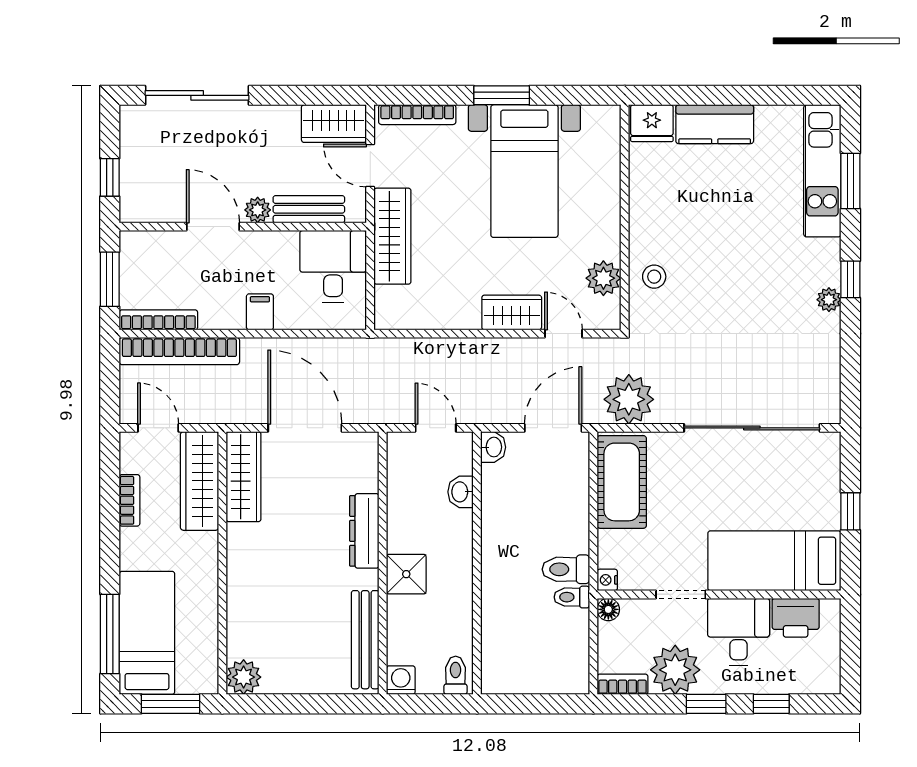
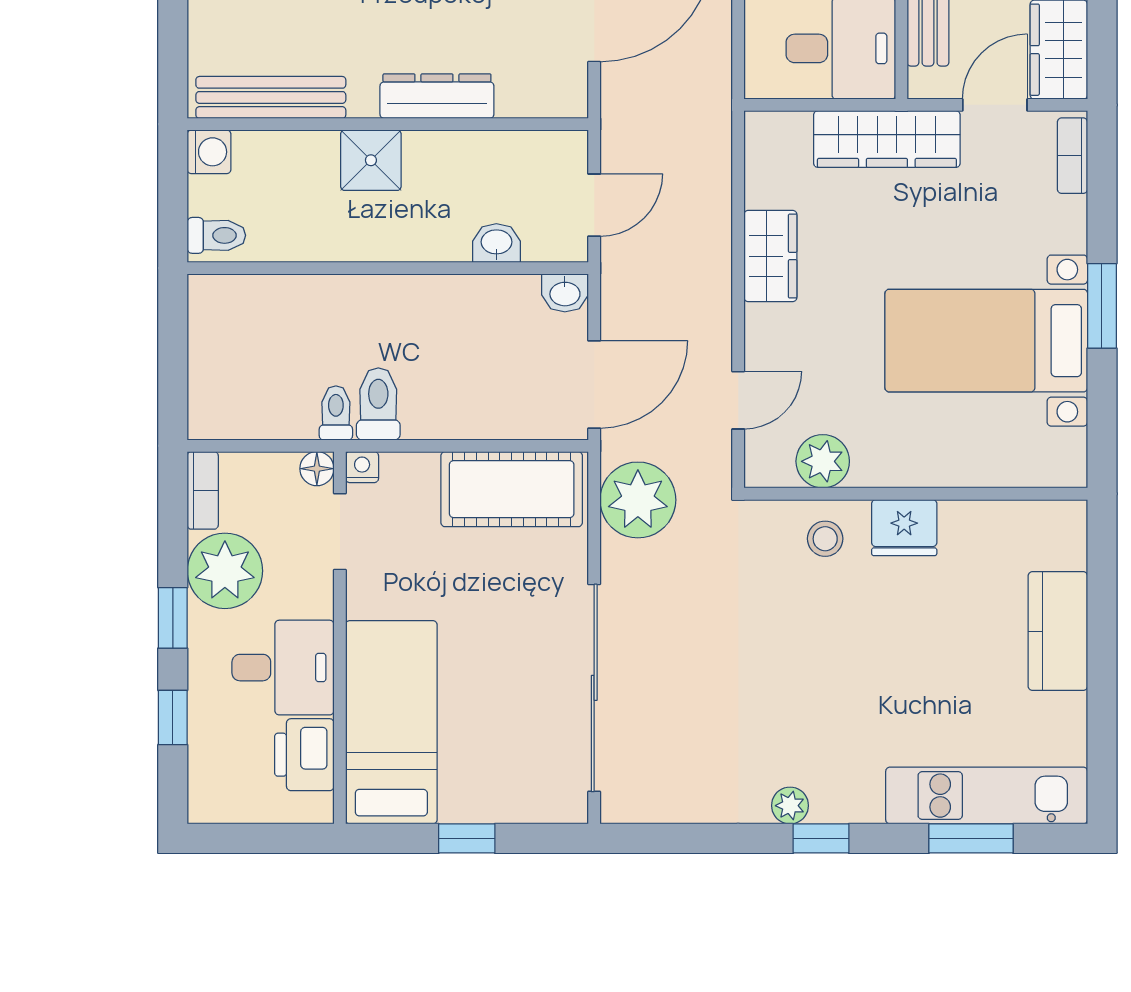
bookcase: (417, 115) -> (1072, 156), width x0.64
fridge: (652, 123) -> (904, 528), moved, turned -90
wardrobe: (512, 312) -> (770, 256), moved
door: (553, 428) -> (594, 384), hinge flipped
doorway: (681, 594) -> (340, 532), moved

